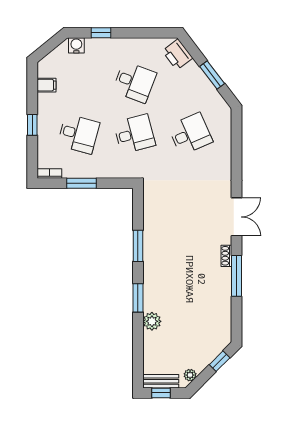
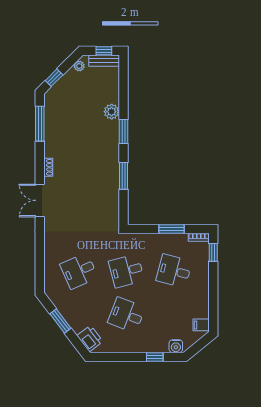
filing cabinet: (47, 85) -> (201, 325), moved
window: (32, 125) -> (213, 252), moved
window: (236, 276) -> (40, 124), moved

